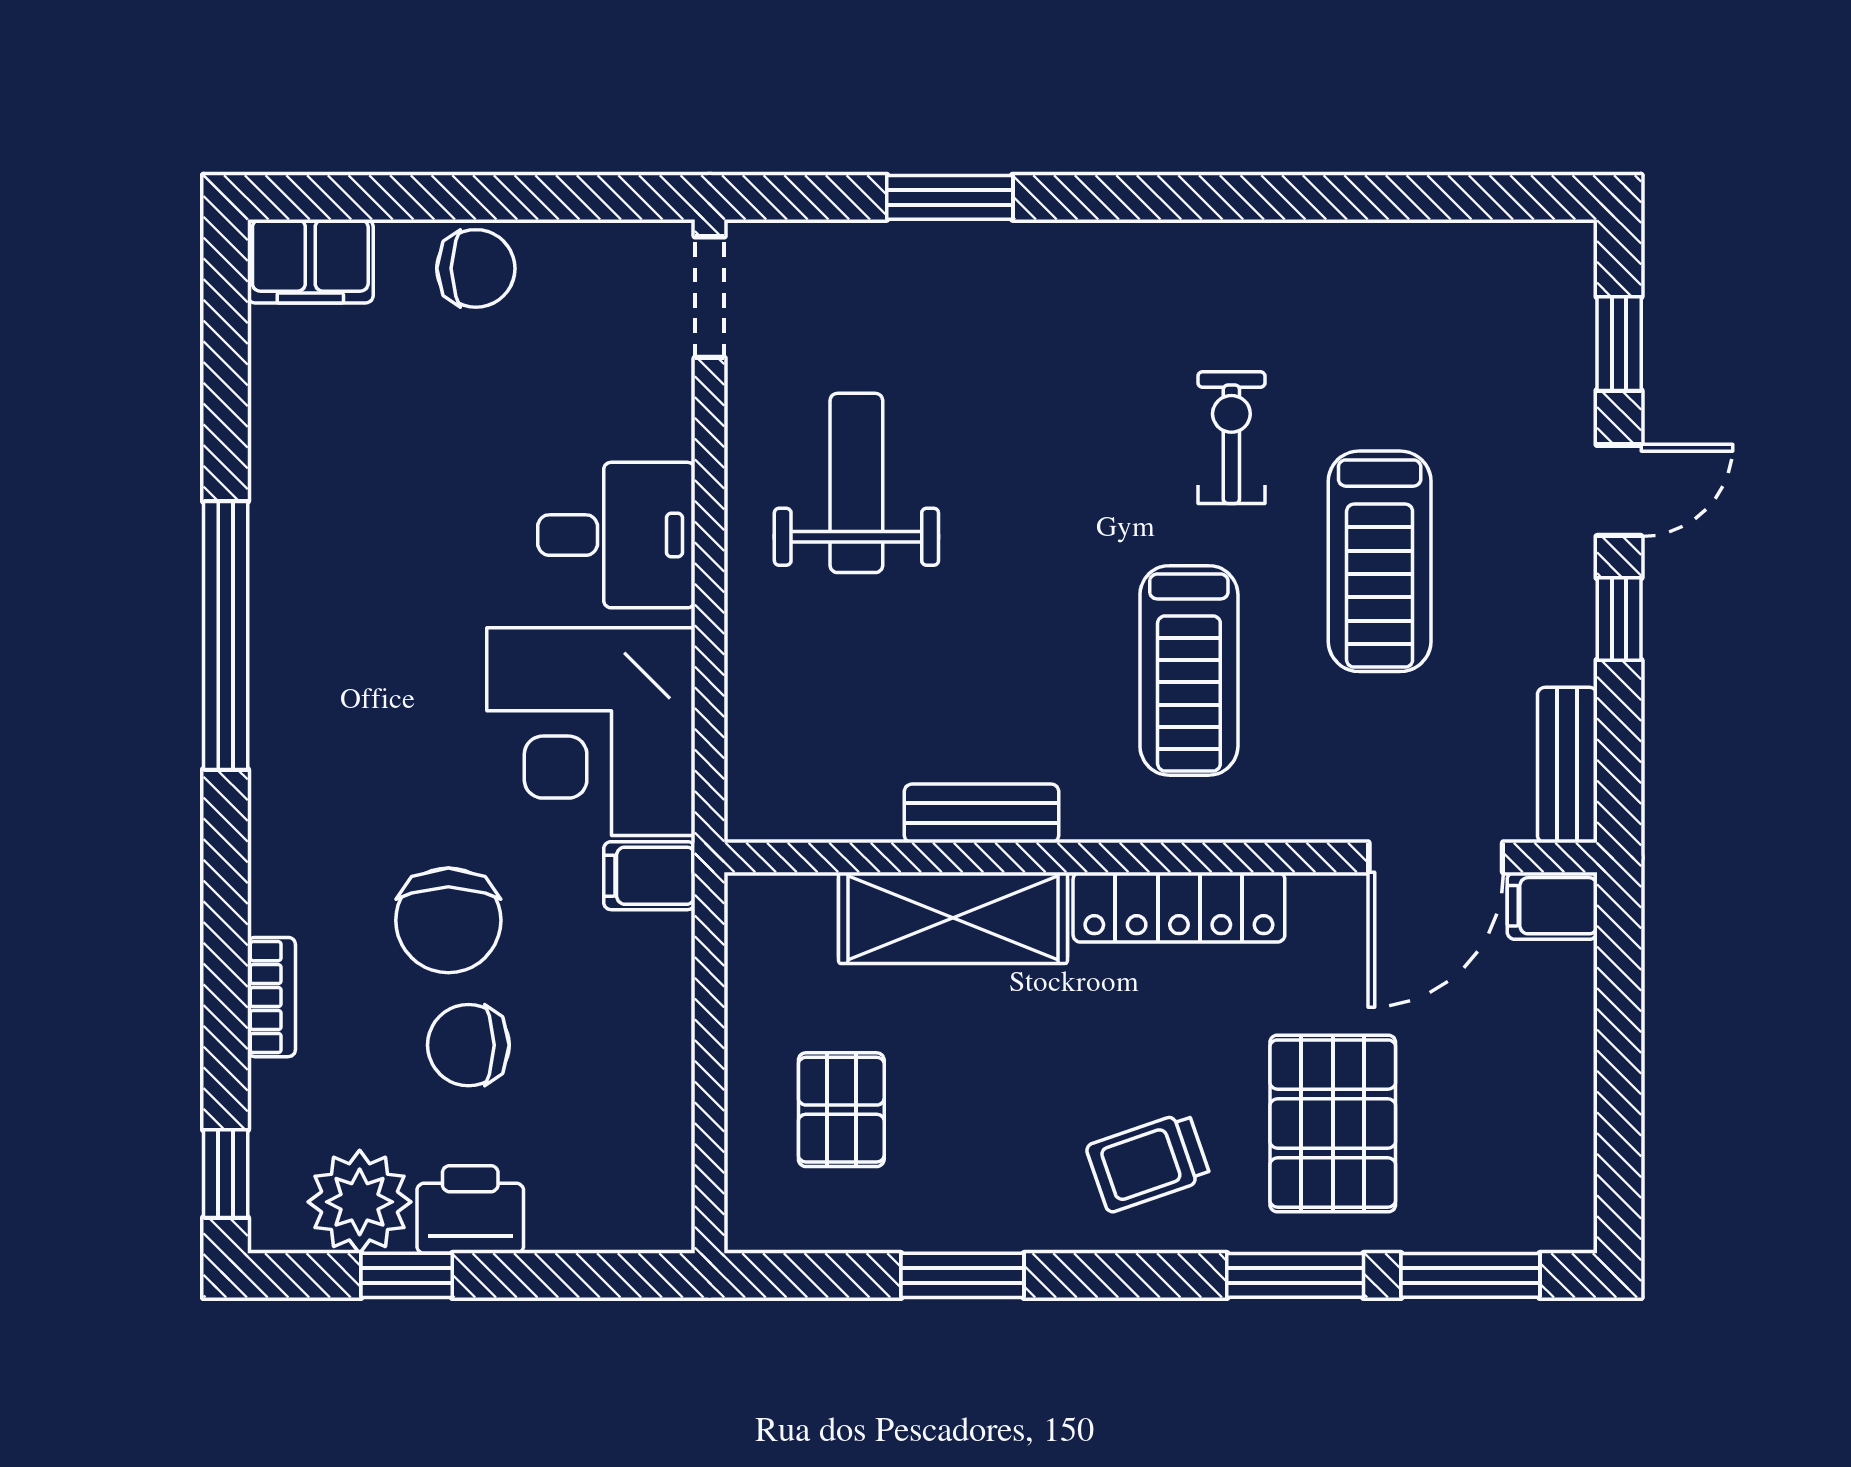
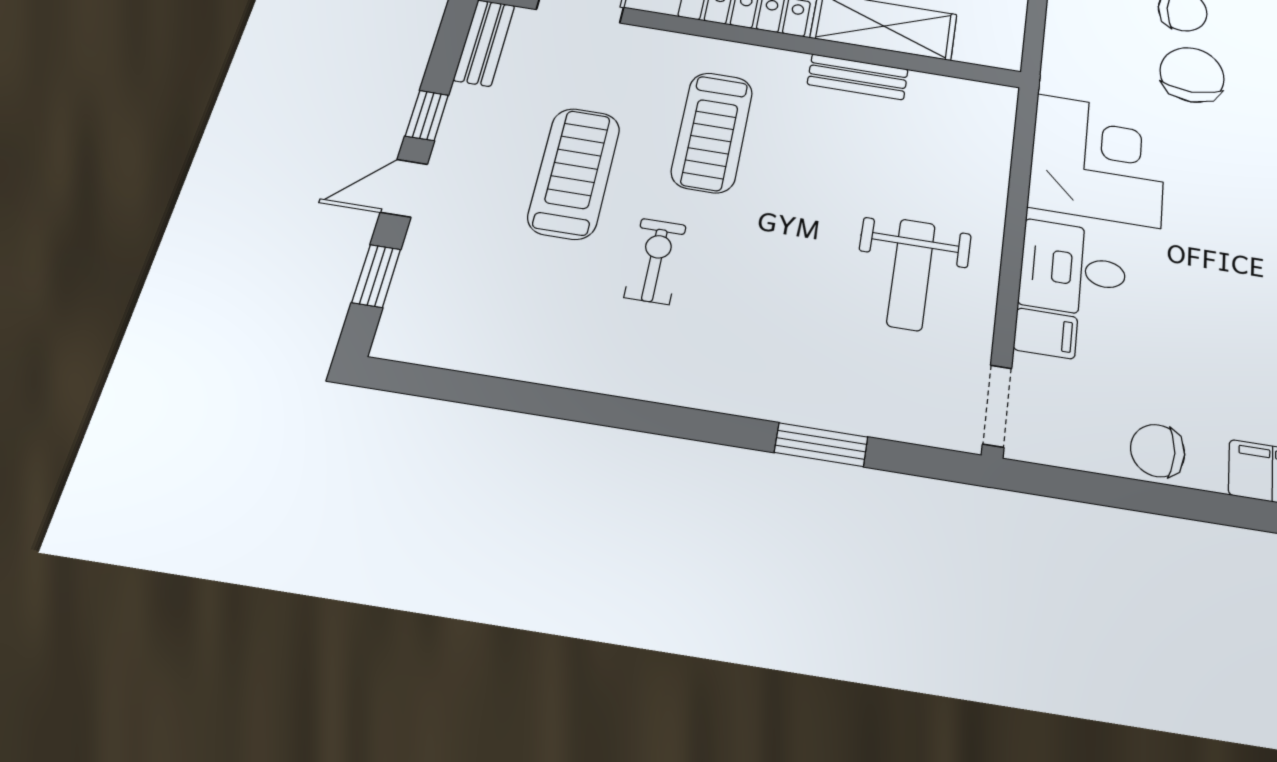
exercise bike: (1231, 438) -> (655, 261), turned 180
treadmill: (1189, 670) -> (712, 132), turned 180
filing cabinet: (649, 876) -> (1046, 333), moved

